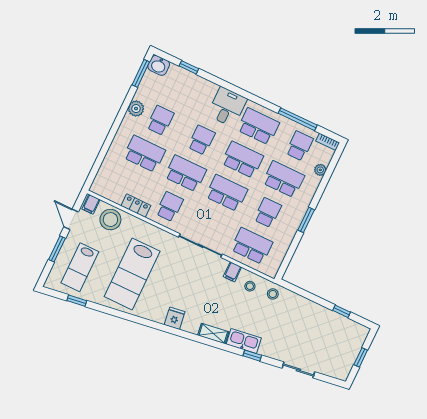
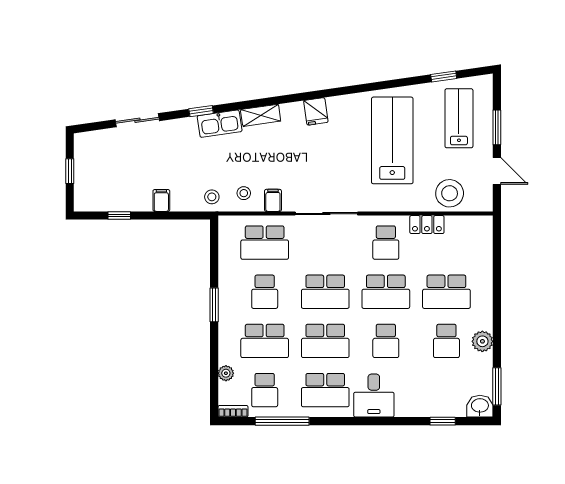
filing cabinet: (91, 204) -> (161, 200), moved

